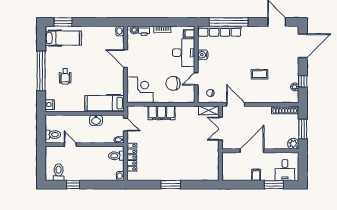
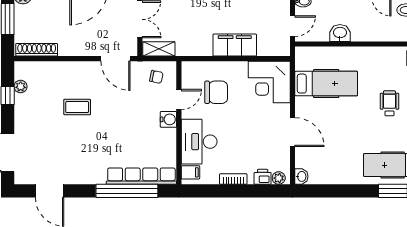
water cooler: (203, 55) -> (168, 119), moved
hospital bed: (105, 103) -> (326, 84), moved
door: (125, 125) -> (293, 26), swing flipped

